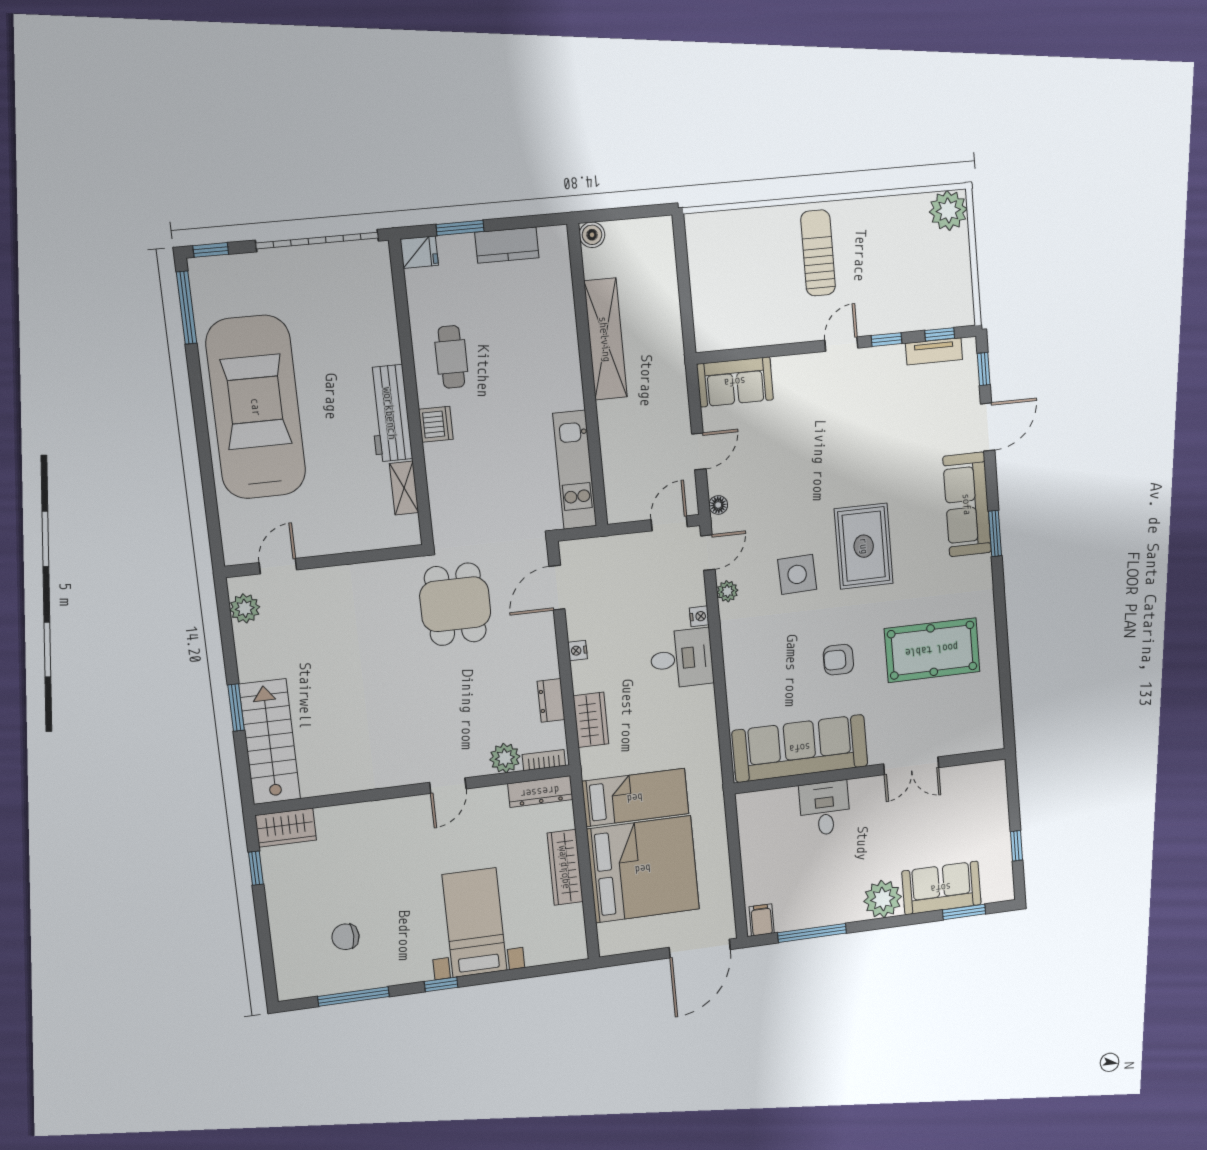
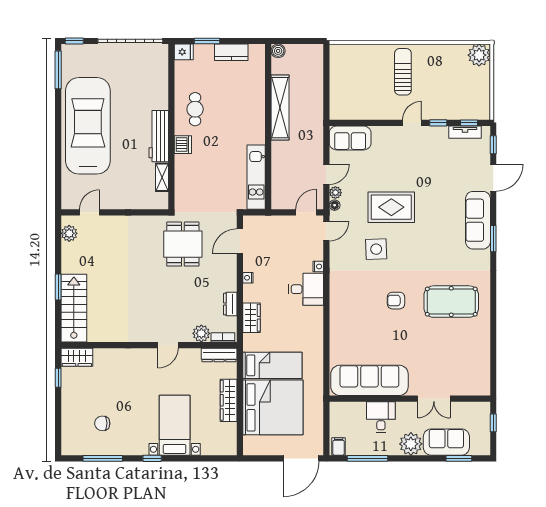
rug: (864, 546) -> (391, 207), moved, turned 90
plant: (727, 591) -> (335, 193), moved
sofa: (800, 748) -> (369, 380), moved
double door: (911, 766) -> (434, 399), moved
wall: (871, 771) -> (410, 399), moved
desk: (825, 808) -> (381, 417), moved

